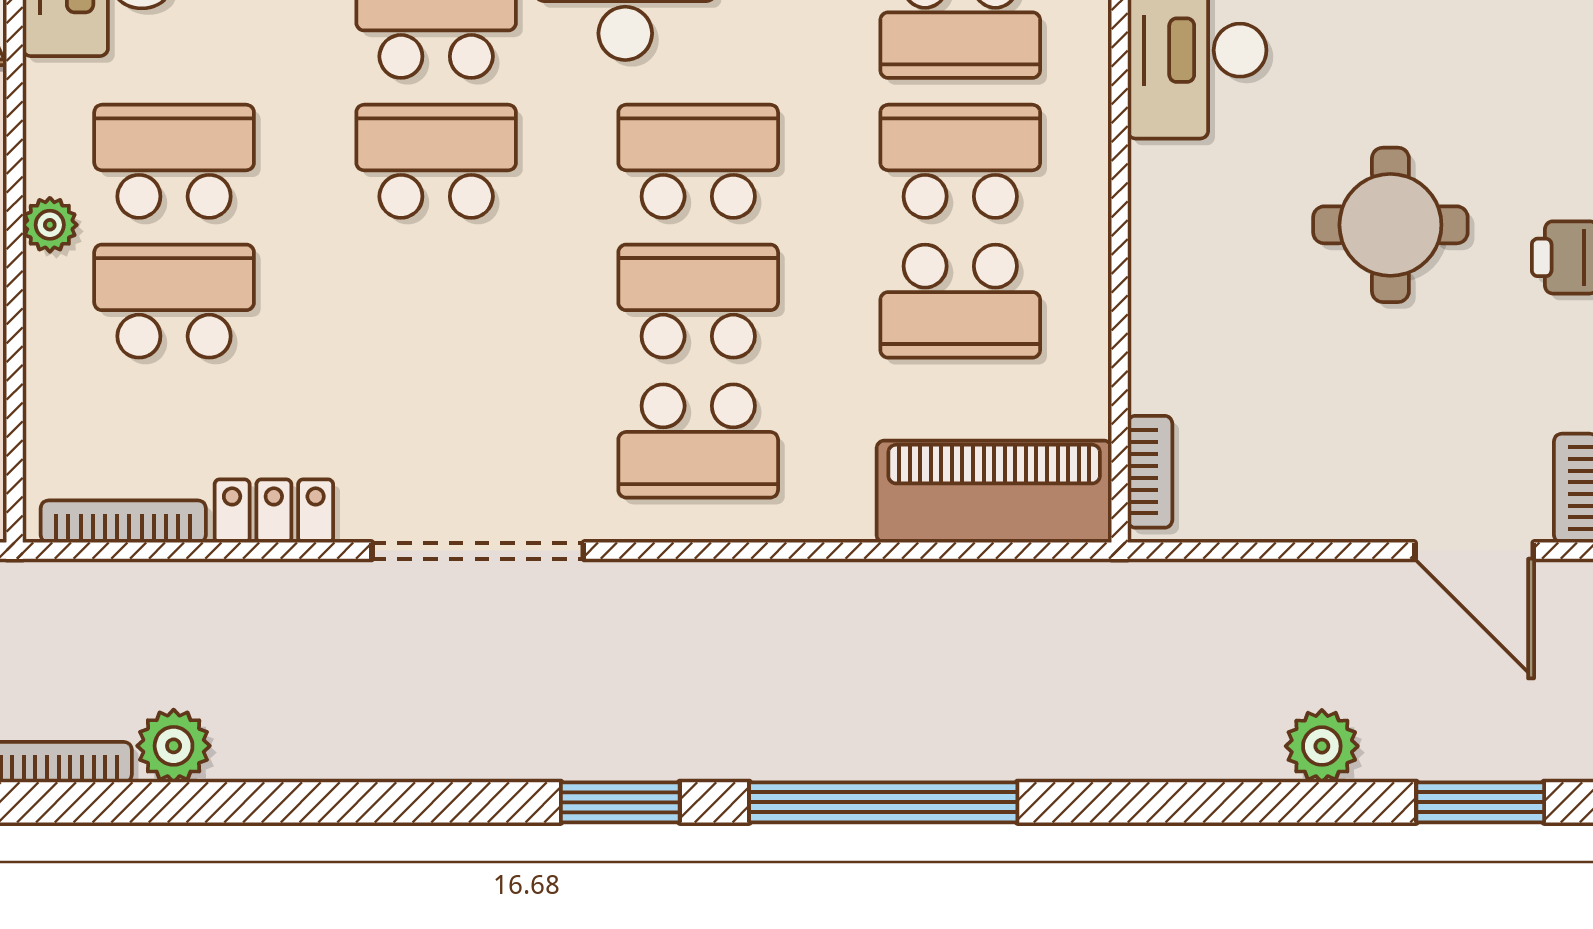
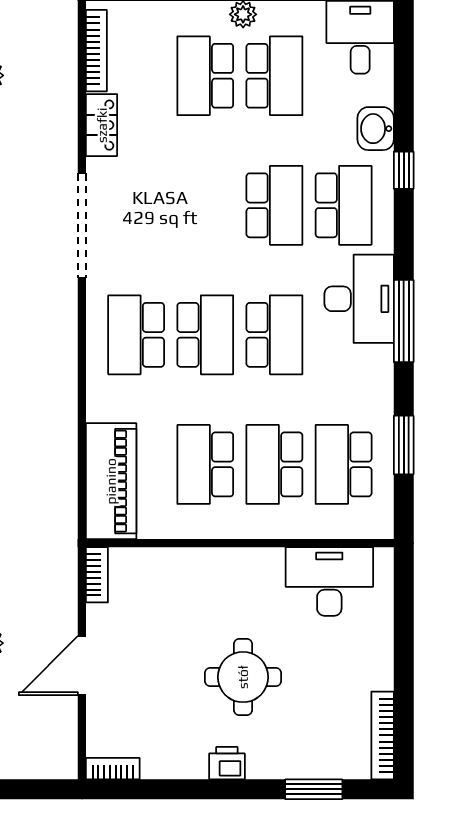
school desk: (960, 161) -> (274, 464), turned 180
school desk: (174, 301) -> (205, 76), turned 180
bookcase: (1150, 472) -> (97, 575), moved, turned -90
door: (1474, 551) -> (82, 666), moved

